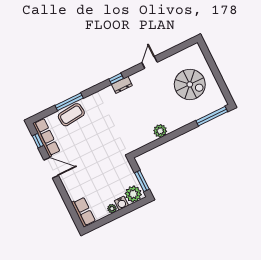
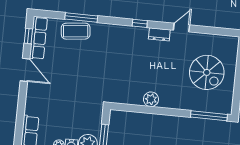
dresser: (122, 85) -> (159, 34), moved

